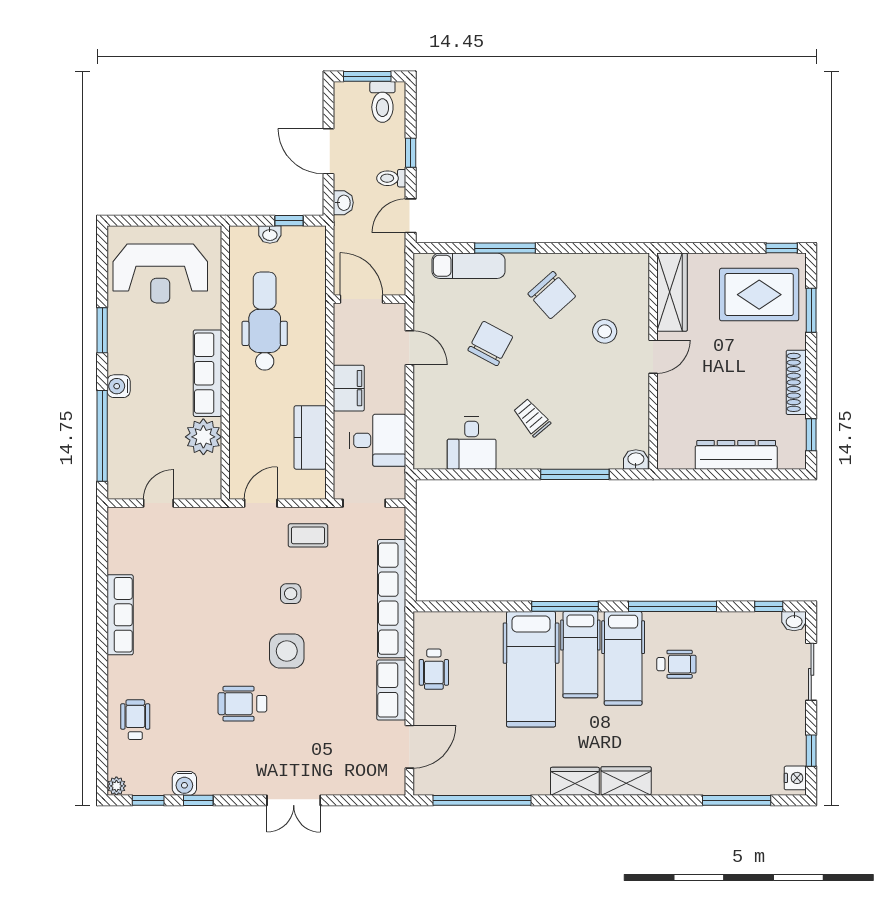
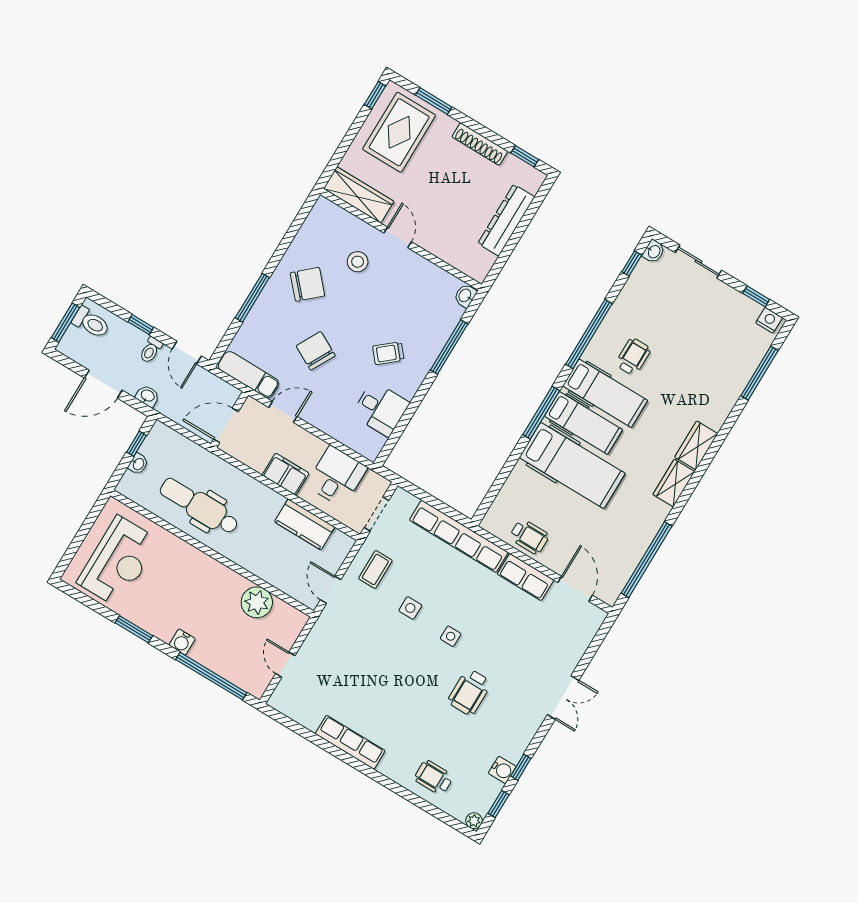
exam couch: (468, 266) -> (248, 375), moved, turned -90
row of seats: (207, 373) -> (212, 571), removed
side table: (287, 651) -> (451, 636), width x0.54, depth x0.54

